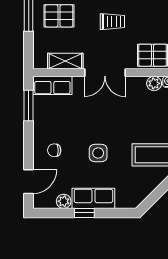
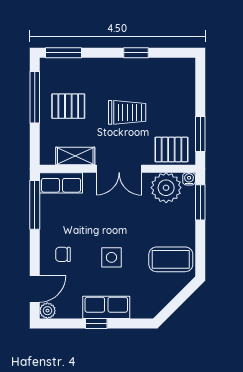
trolley: (112, 22) -> (127, 112), width x1.36, depth x1.39
plant: (154, 83) -> (166, 188), width x1.88, depth x1.88
window: (29, 105) -> (35, 205), width x1.44
plant: (64, 201) -> (47, 311), moved

